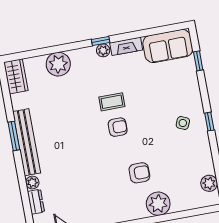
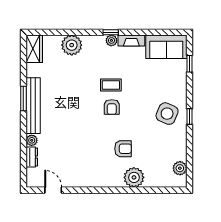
side table: (183, 123) -> (167, 114), width x1.87, depth x1.87
armchair: (118, 127) -> (112, 107), turned 90

